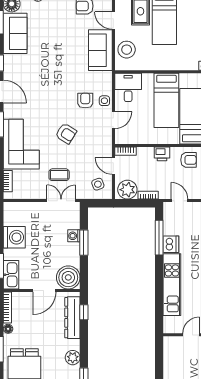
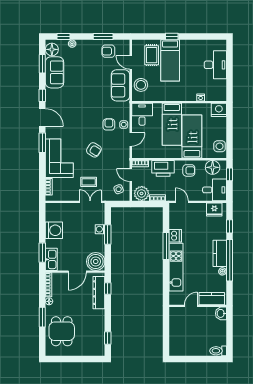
printer: (162, 154) -> (163, 168), width x1.87, depth x1.48
window: (159, 238) -> (166, 246), moved
plant: (73, 358) -> (99, 324), removed

